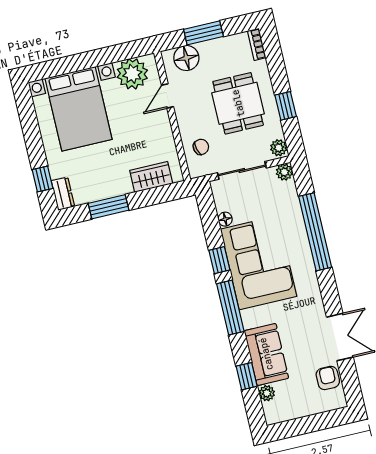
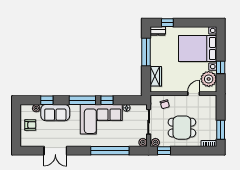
window: (203, 33) -> (221, 130), moved
window: (105, 56) -> (221, 67), added
floor lamp: (186, 58) -> (210, 107), removed
door: (168, 96) -> (194, 94), hinge flipped
window: (286, 106) -> (164, 151), moved
window: (109, 207) -> (146, 52), width x1.44
armchair: (328, 378) -> (30, 125), moved

